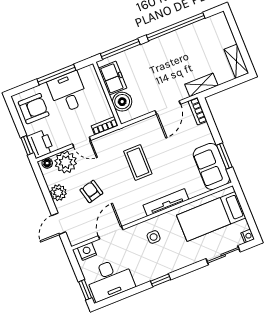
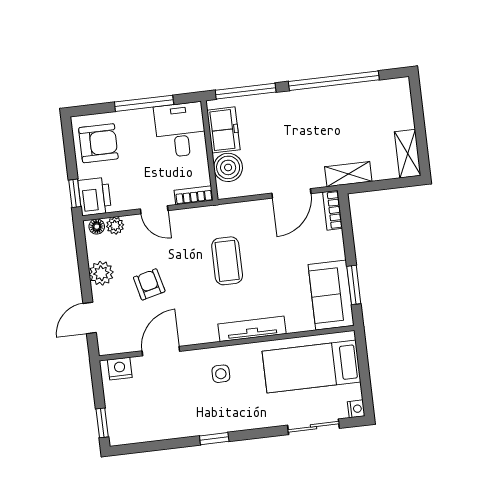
desk: (68, 92) -> (180, 130), moved
plant: (66, 162) -> (115, 226), width x0.53, depth x0.53
desk: (110, 279) -> (142, 417), removed

